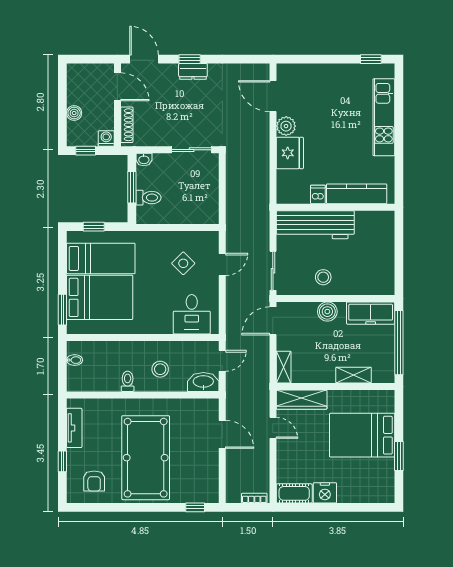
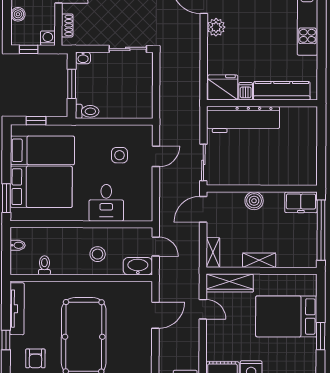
shoe rack: (127, 125) -> (67, 25), width x0.70
fridge: (290, 153) -> (223, 87), moved, turned -90
toilet: (148, 198) -> (87, 111), moved
side table: (183, 263) -> (119, 155), turned 45
stool: (323, 277) -> (250, 169), removed
freezer: (371, 313) -> (301, 202), width x0.71
desk: (192, 314) -> (106, 203), moved
door: (222, 361) -> (156, 247), hinge flipped
shelving: (354, 375) -> (259, 260), moved
toilet: (128, 381) -> (44, 265), moved
tv unit: (74, 428) -> (17, 309), width x1.41
door: (222, 434) -> (155, 315), hinge flipped

